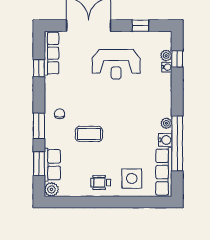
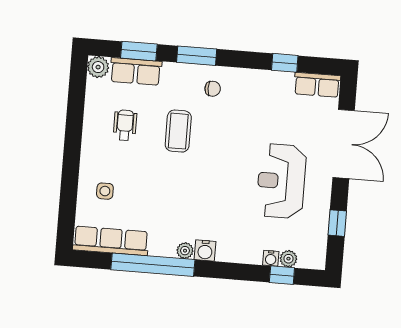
row of seats: (52, 53) -> (317, 85), width x0.68
water cooler: (165, 140) -> (205, 250), moved
side table: (132, 178) -> (105, 191), width x0.54, depth x0.54
wheelchair: (101, 183) -> (125, 125), moved

